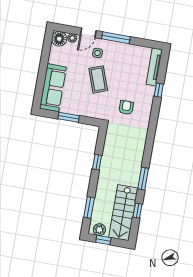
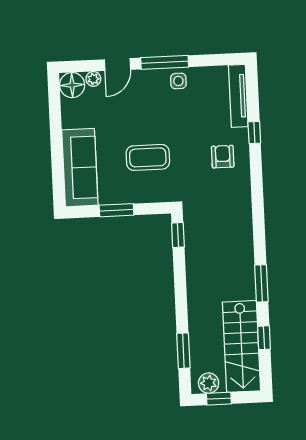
side table: (98, 53) -> (178, 81), moved
coffee table: (98, 79) -> (148, 157), moved, turned -70
armchair: (126, 108) -> (223, 157), moved
window: (97, 162) -> (178, 235), moved

